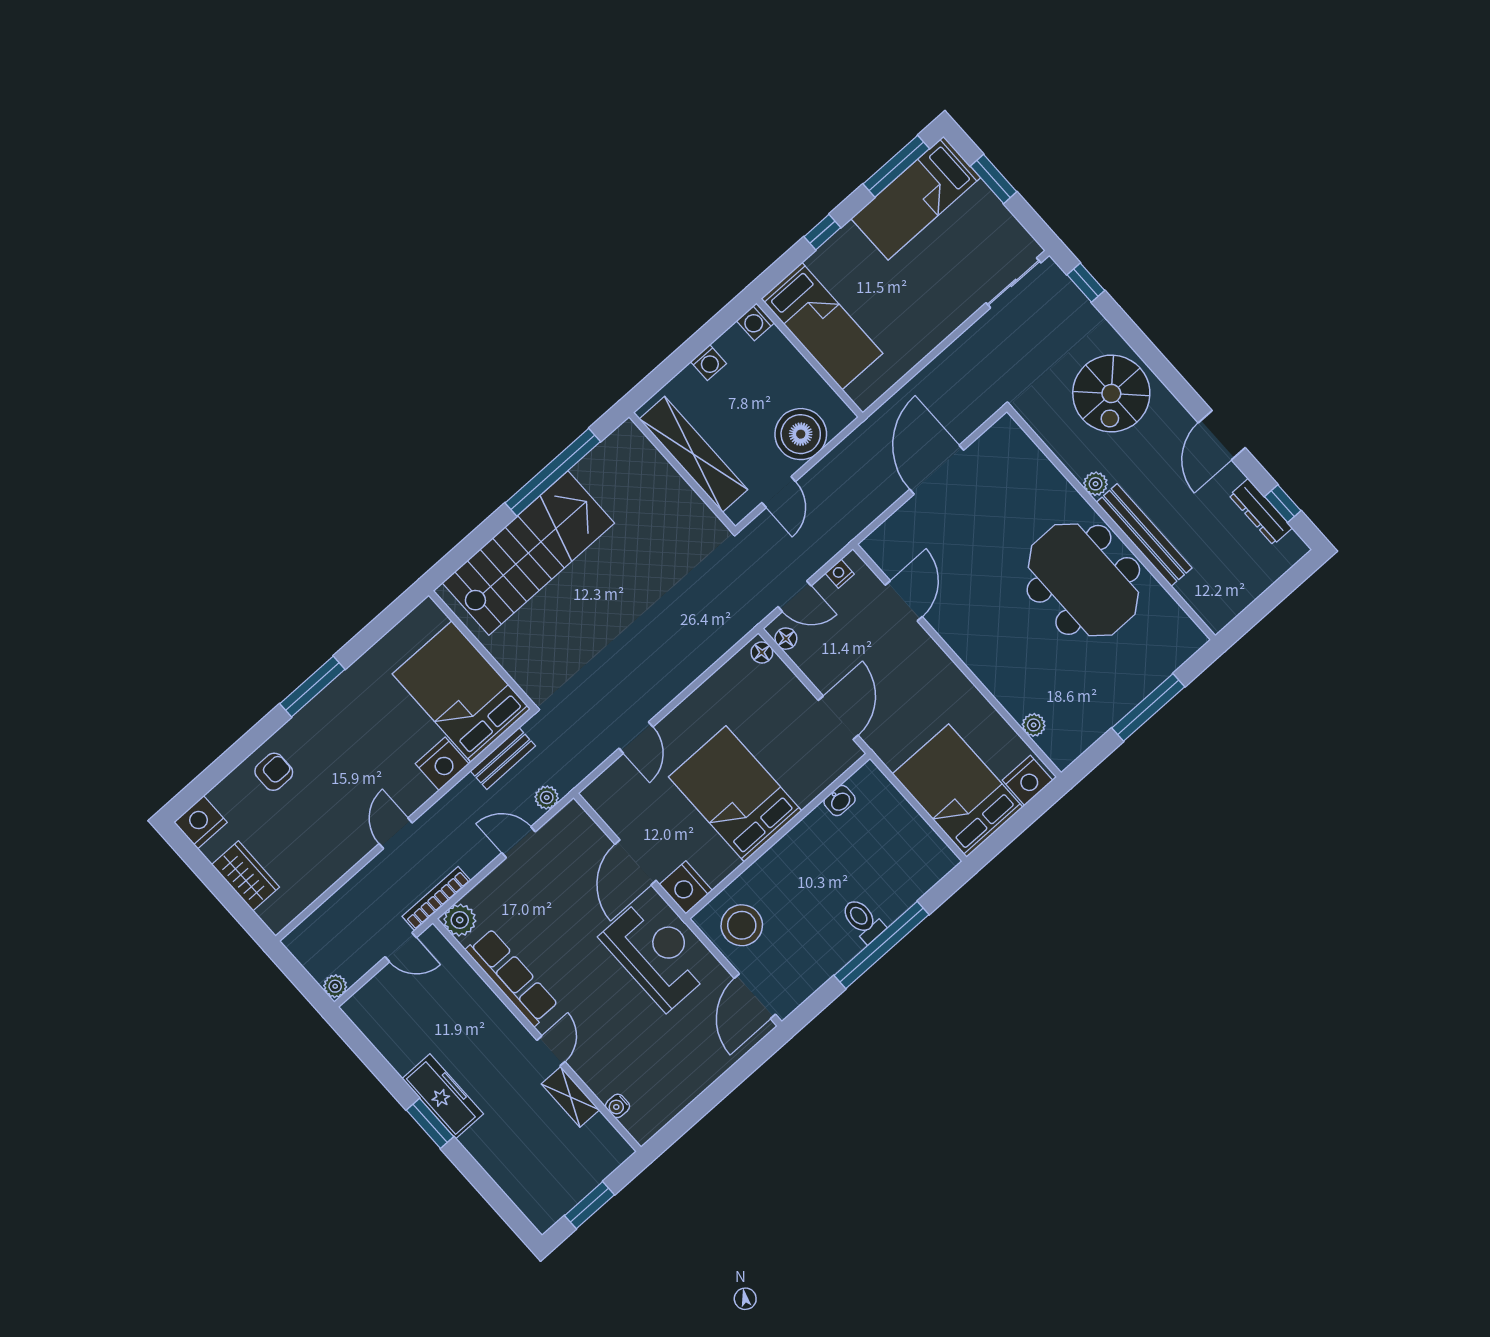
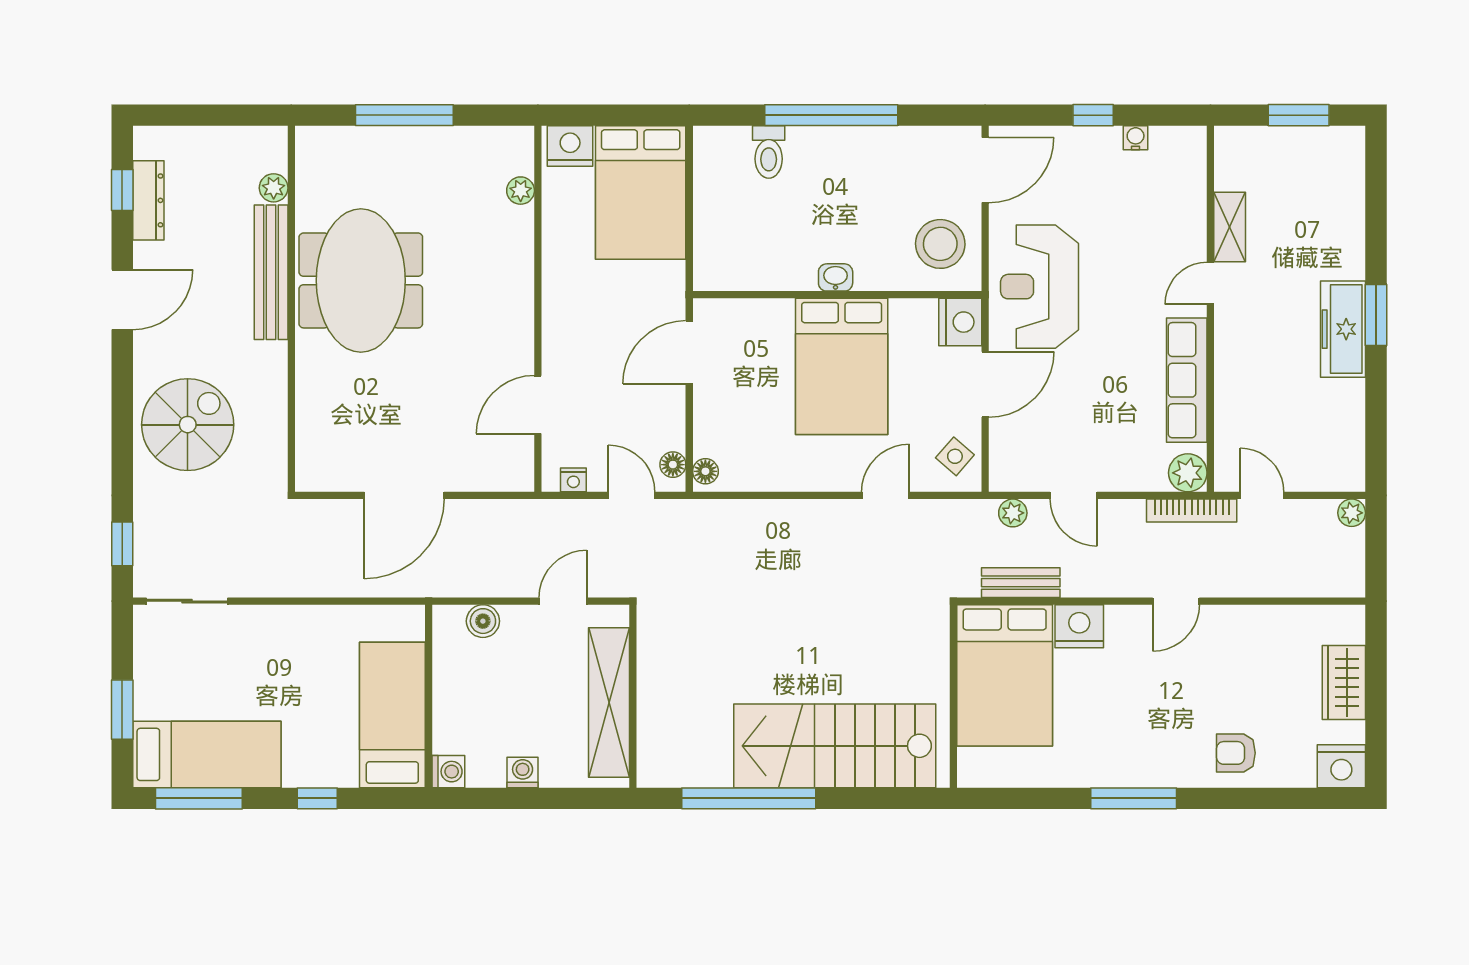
boiler: (801, 434) -> (483, 621), width x0.54, depth x0.54
plant: (1096, 484) -> (274, 188), moved
side table: (614, 801) -> (955, 456), added
washbasin: (840, 801) -> (836, 277), moved
toilet: (863, 920) -> (769, 152), moved
window: (718, 1091) -> (1093, 115), added
water cooler: (618, 1106) -> (1136, 138), moved, turned -90

